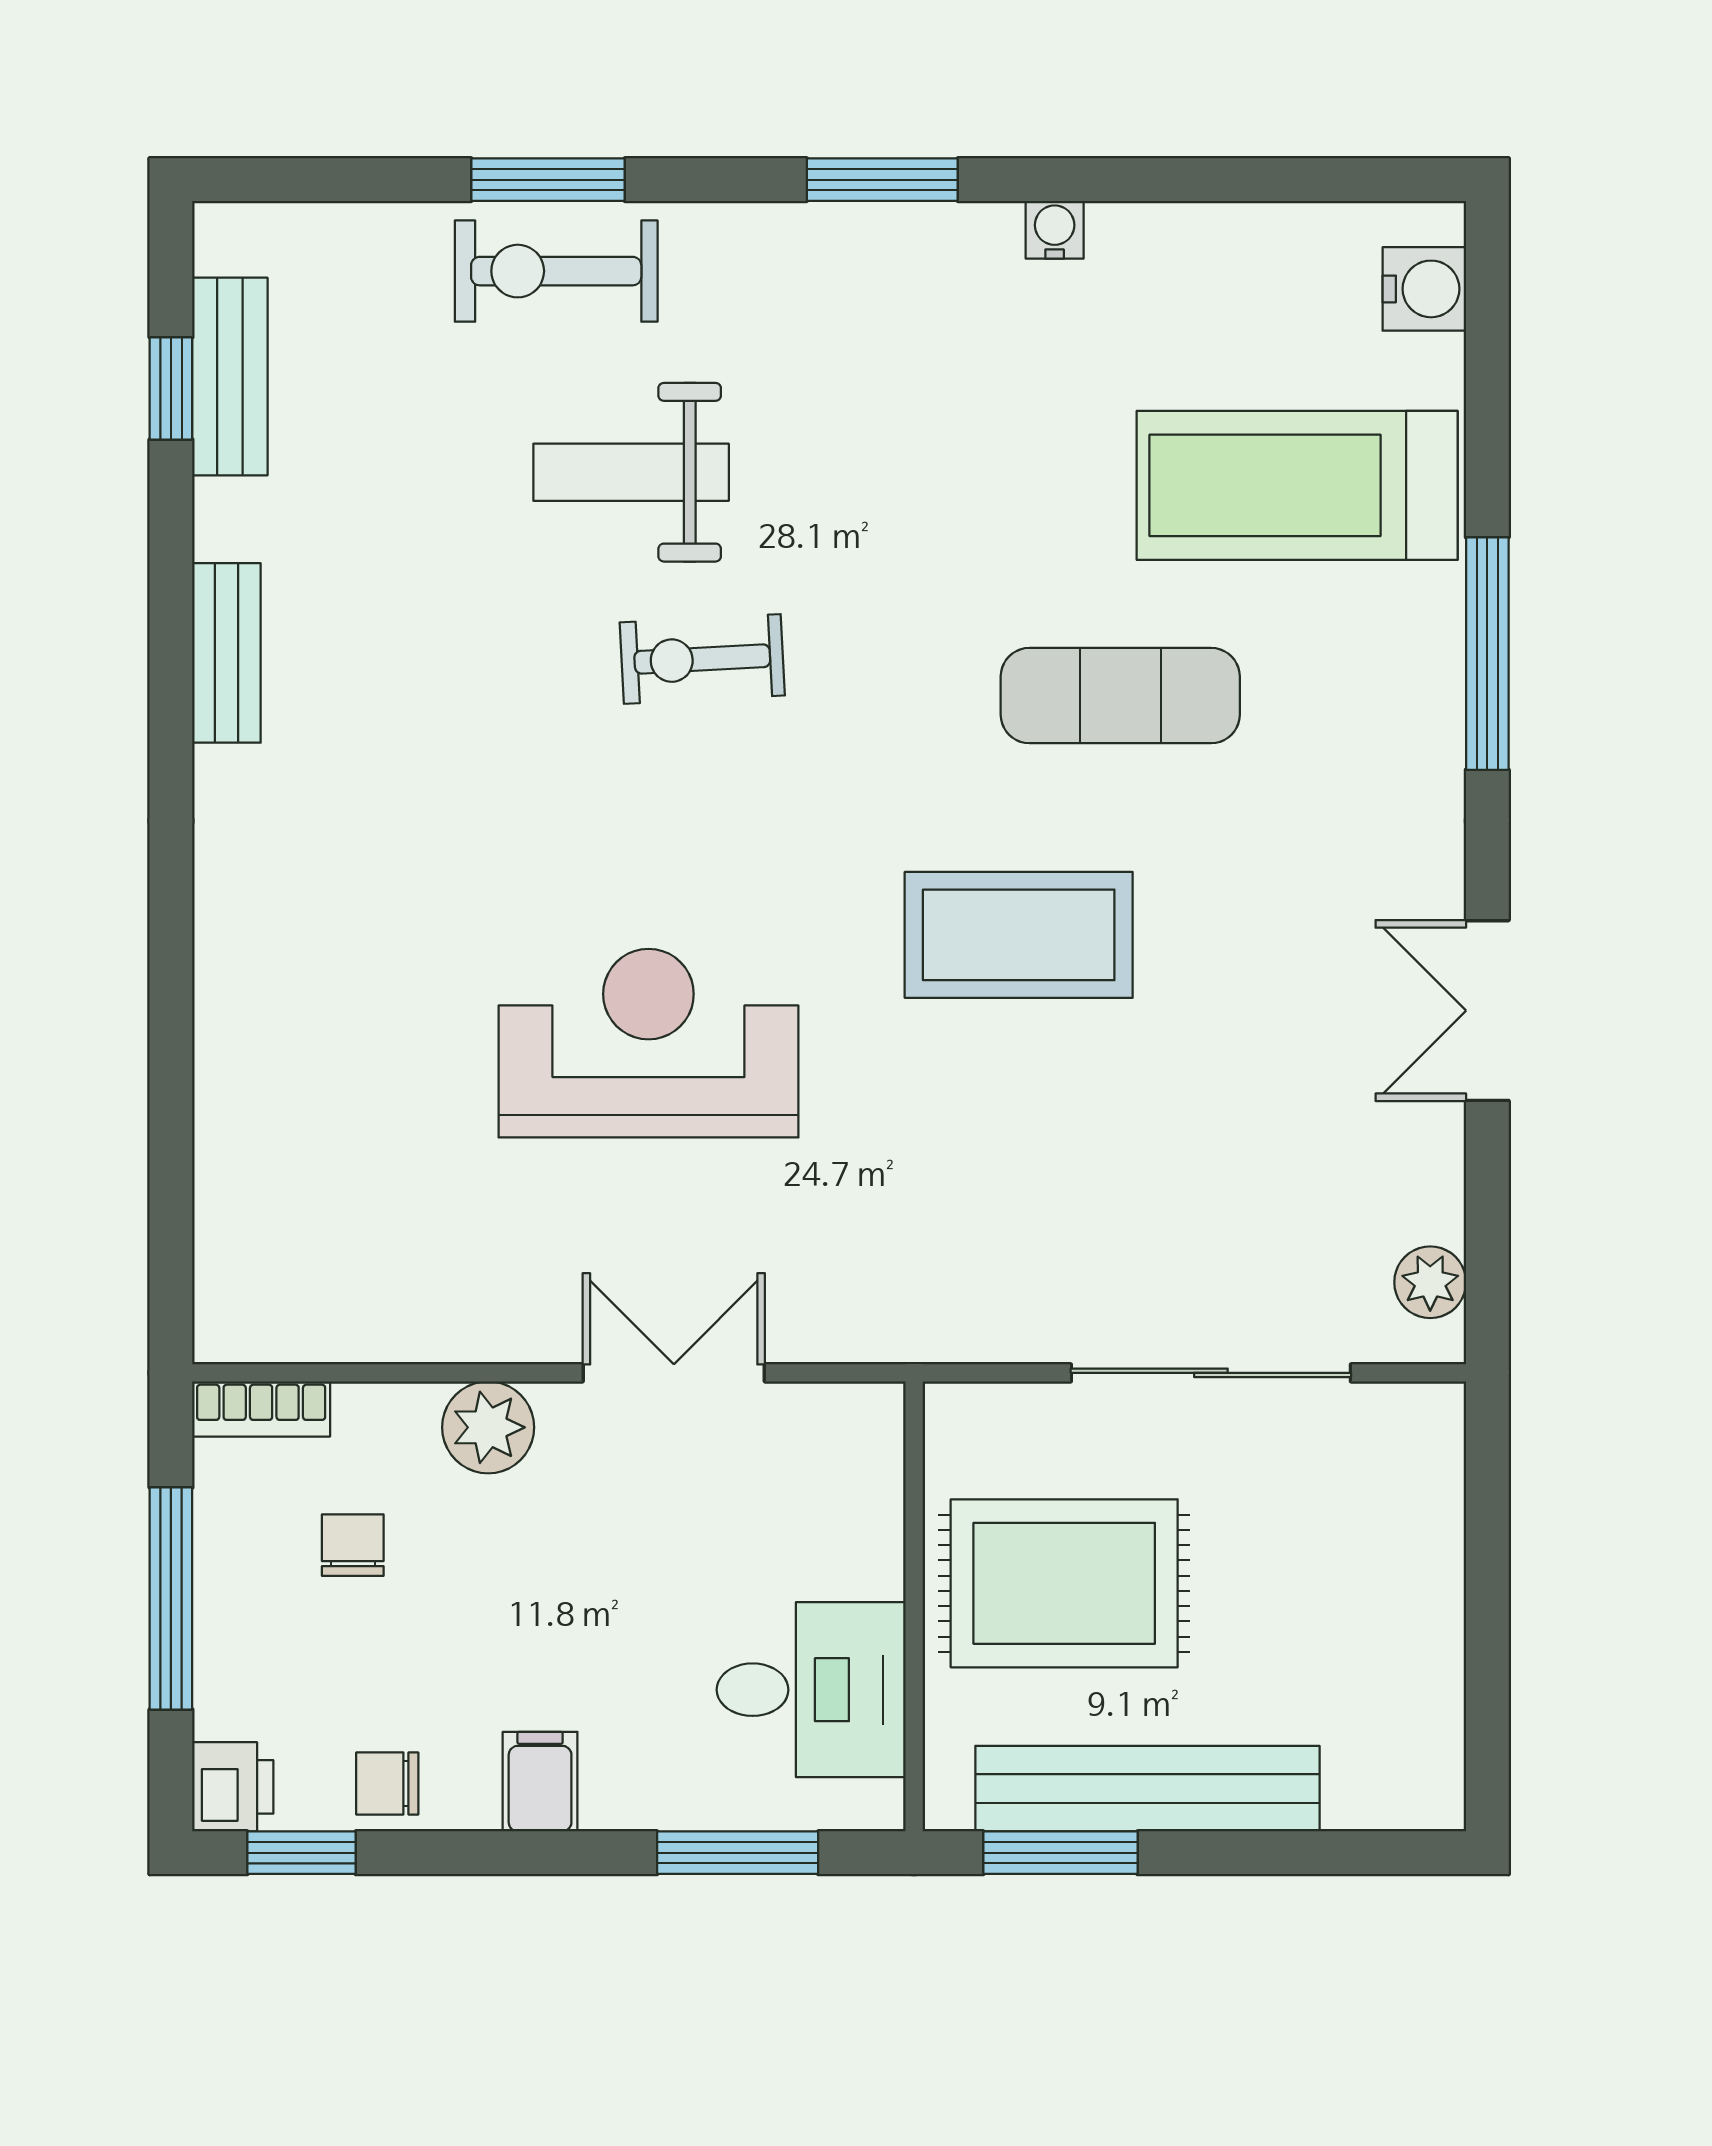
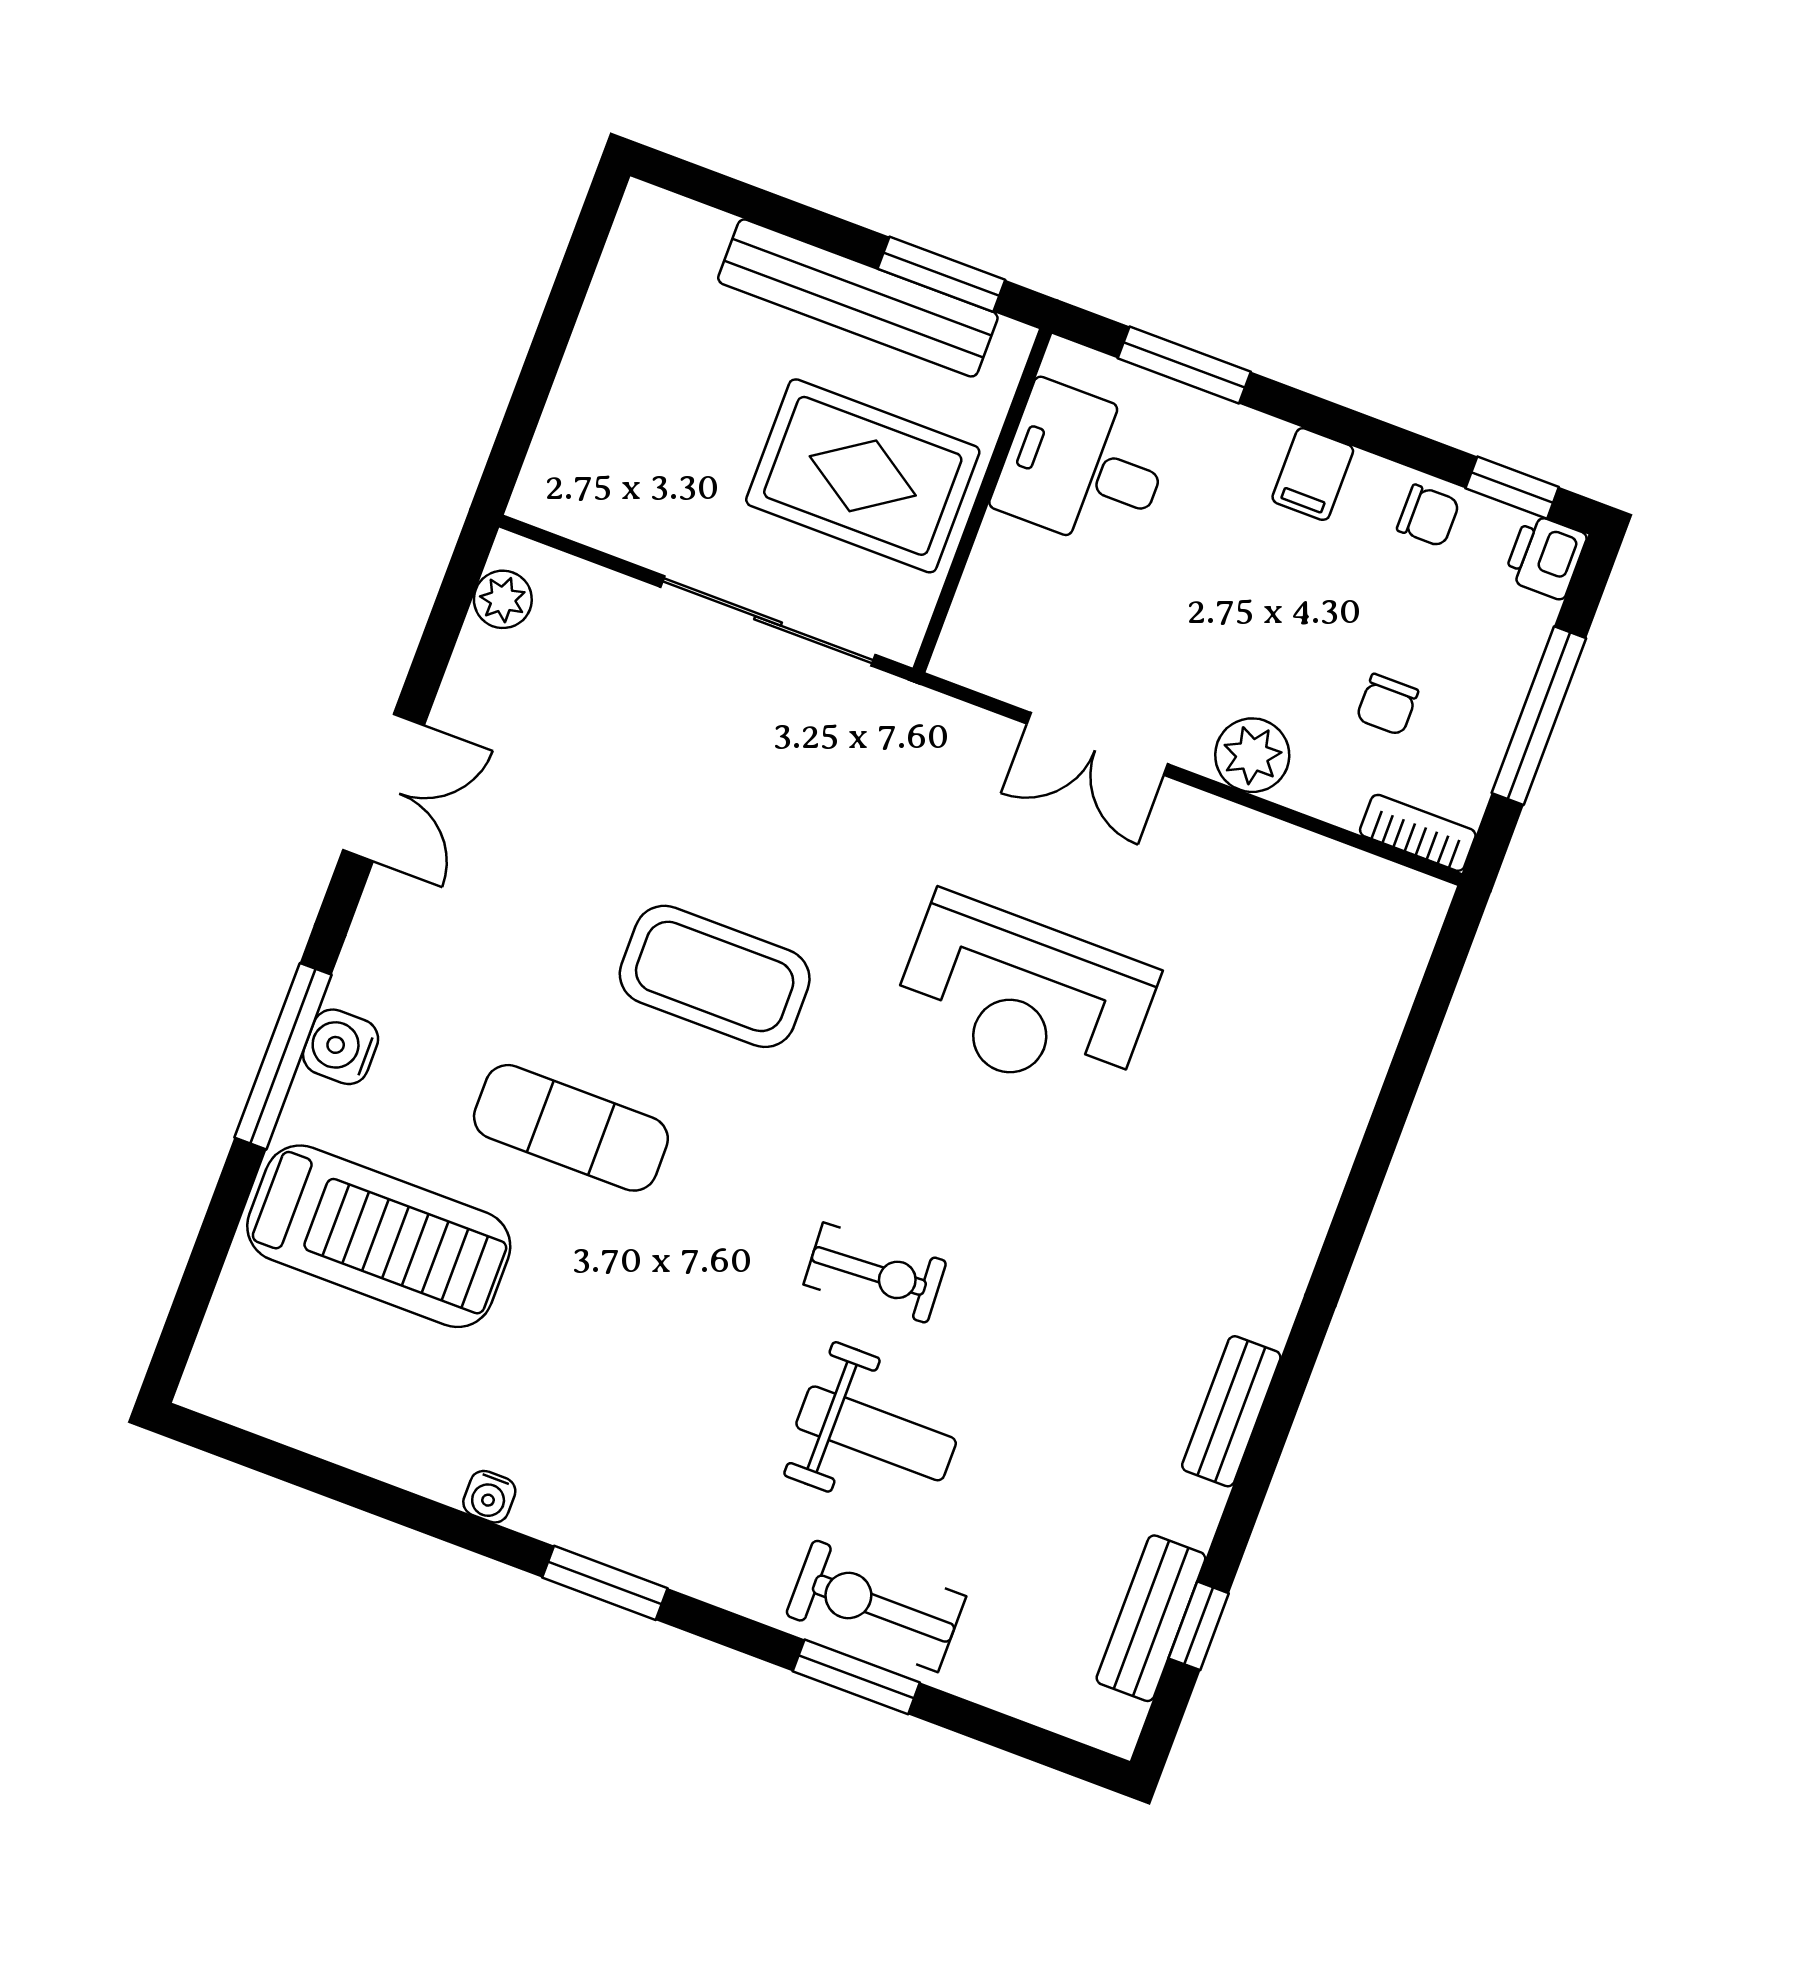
exercise bike: (556, 271) -> (876, 1606), turned 180
water cooler: (1424, 289) -> (341, 1047), moved
sliding door: (1211, 1373) -> (768, 621), moved

